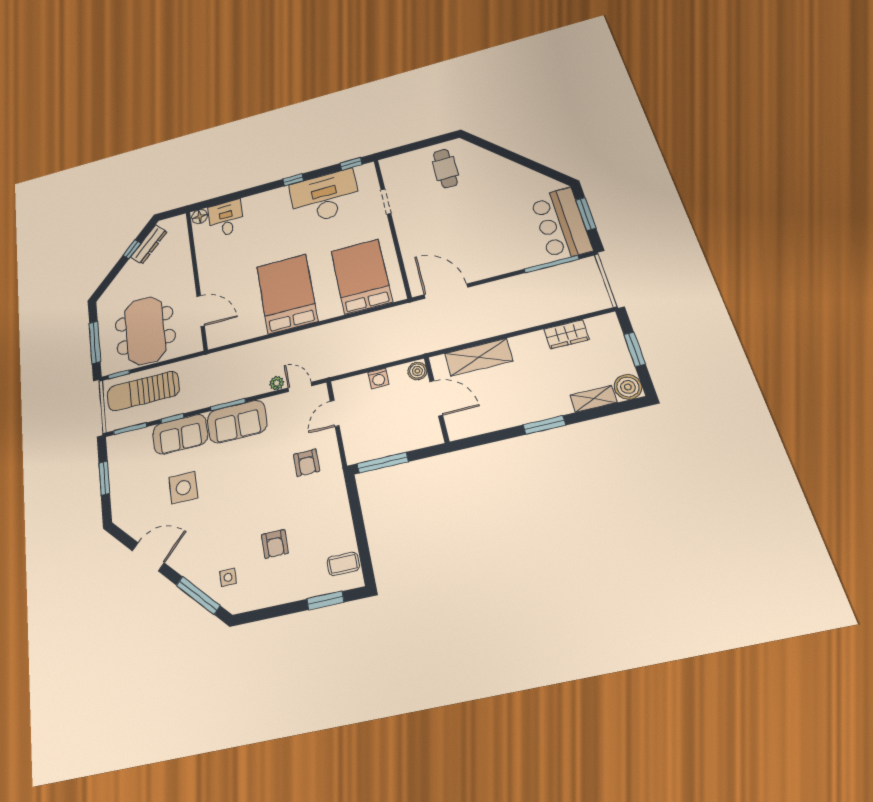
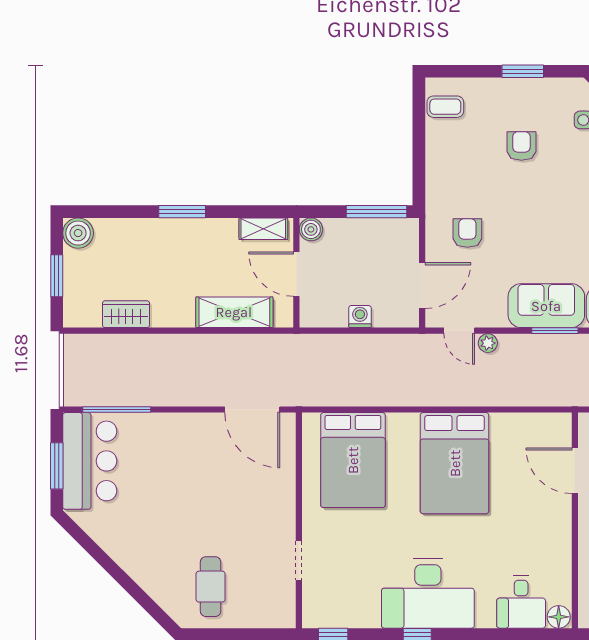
desk: (325, 197) -> (428, 594), moved
boiler: (417, 371) -> (311, 229), moved
shelving: (593, 399) -> (263, 229), moved
door: (335, 413) -> (422, 286), width x1.38
window: (325, 601) -> (523, 71), moved

